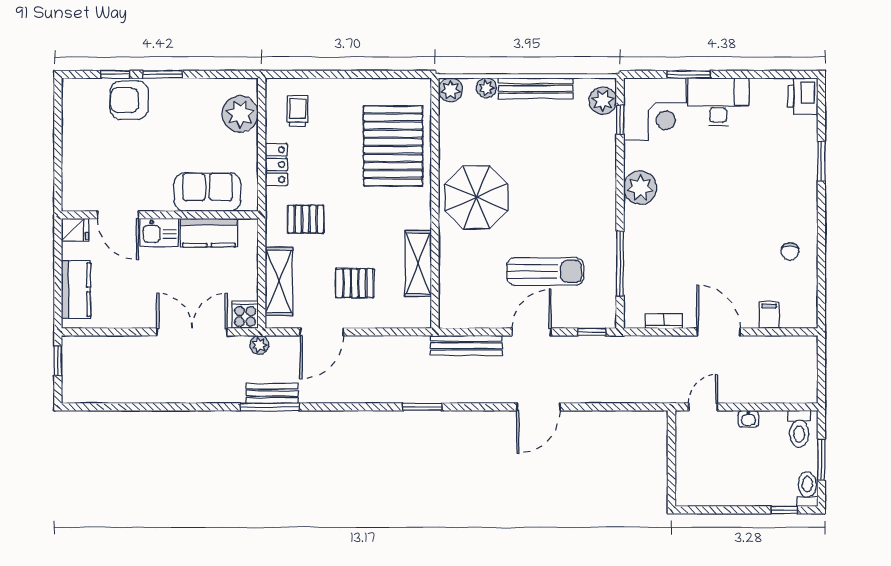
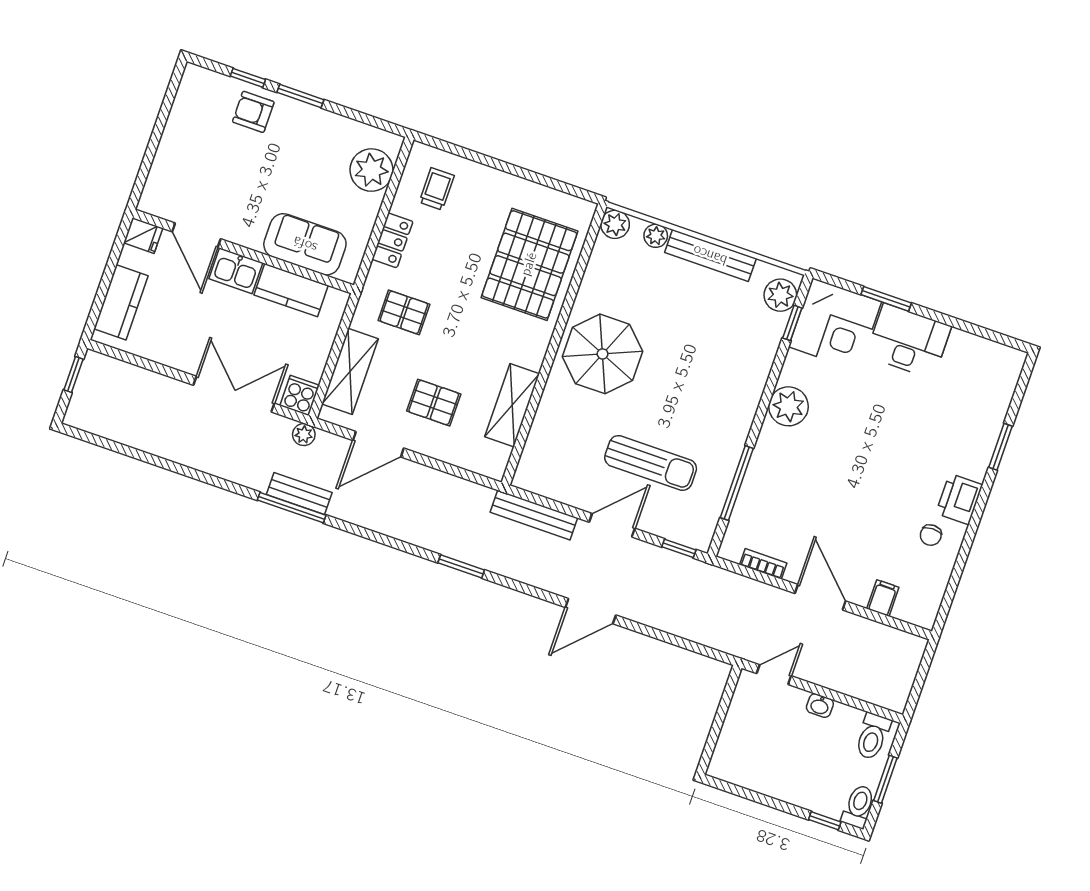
printer: (803, 96) -> (959, 499), moved
armchair: (129, 100) -> (253, 112), width x0.72, depth x0.72

